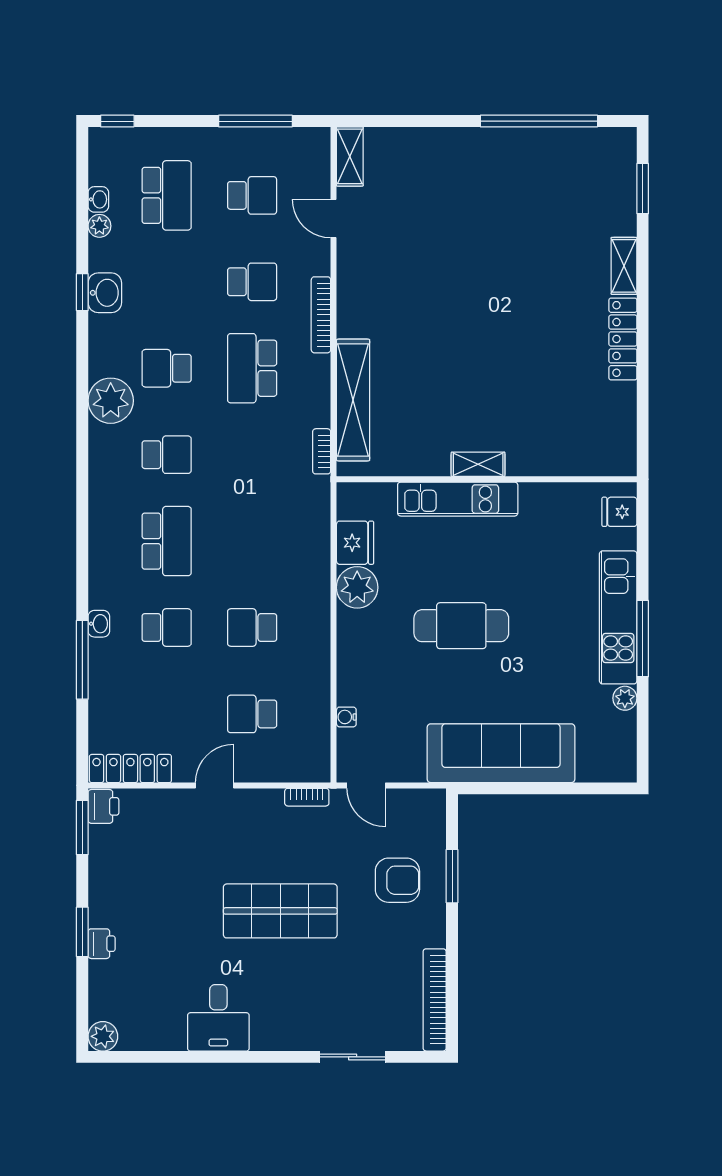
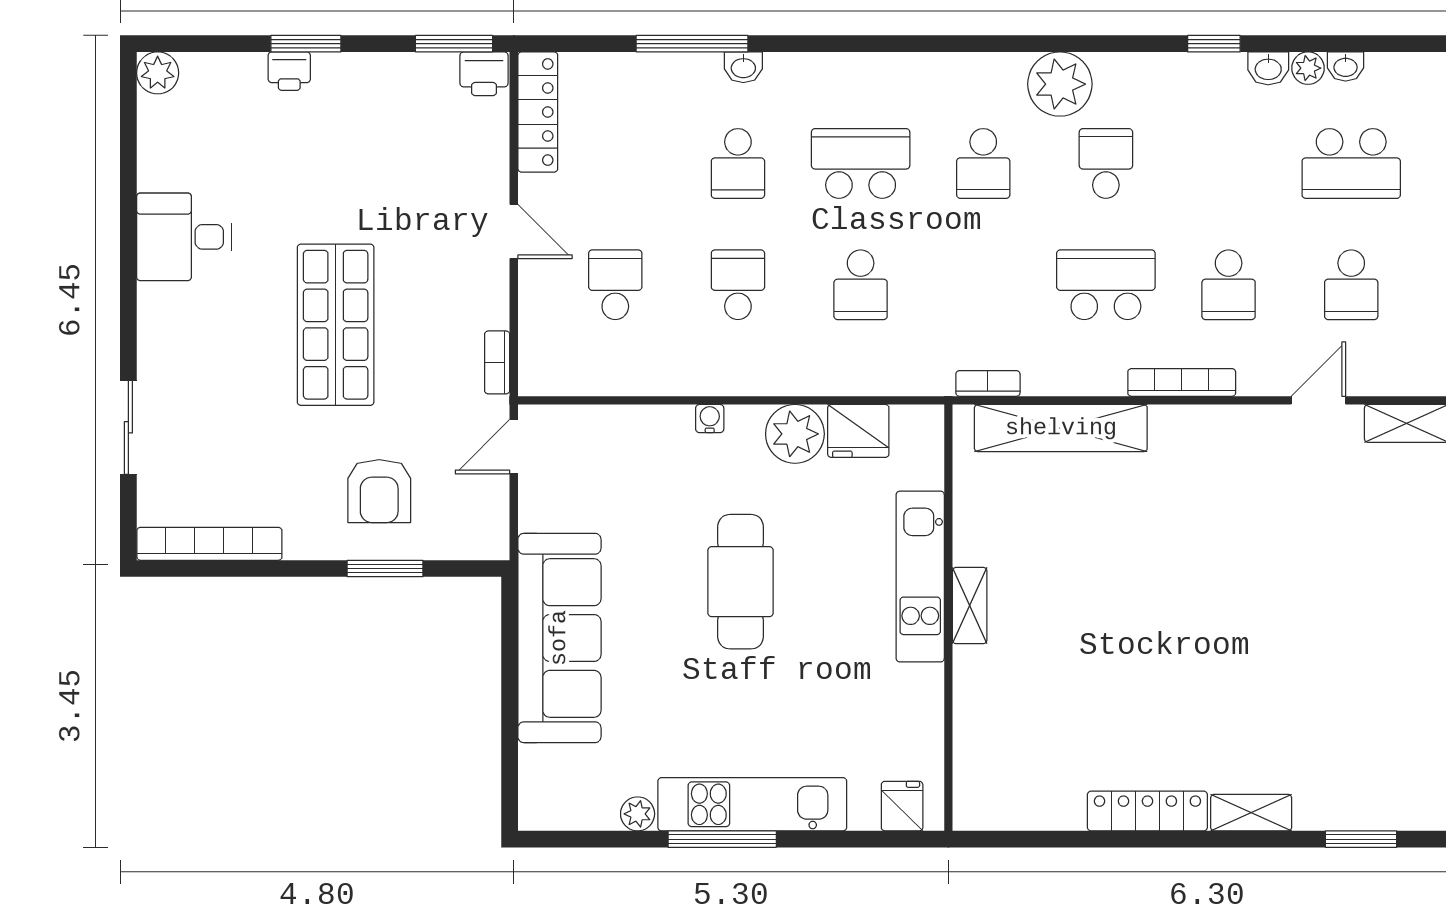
washbasin: (105, 293) -> (1268, 68), moved, width x0.72, depth x0.69
school desk: (167, 541) -> (861, 163), turned 180
school desk: (252, 541) -> (861, 285), added
water cooler: (346, 717) -> (710, 419), moved

